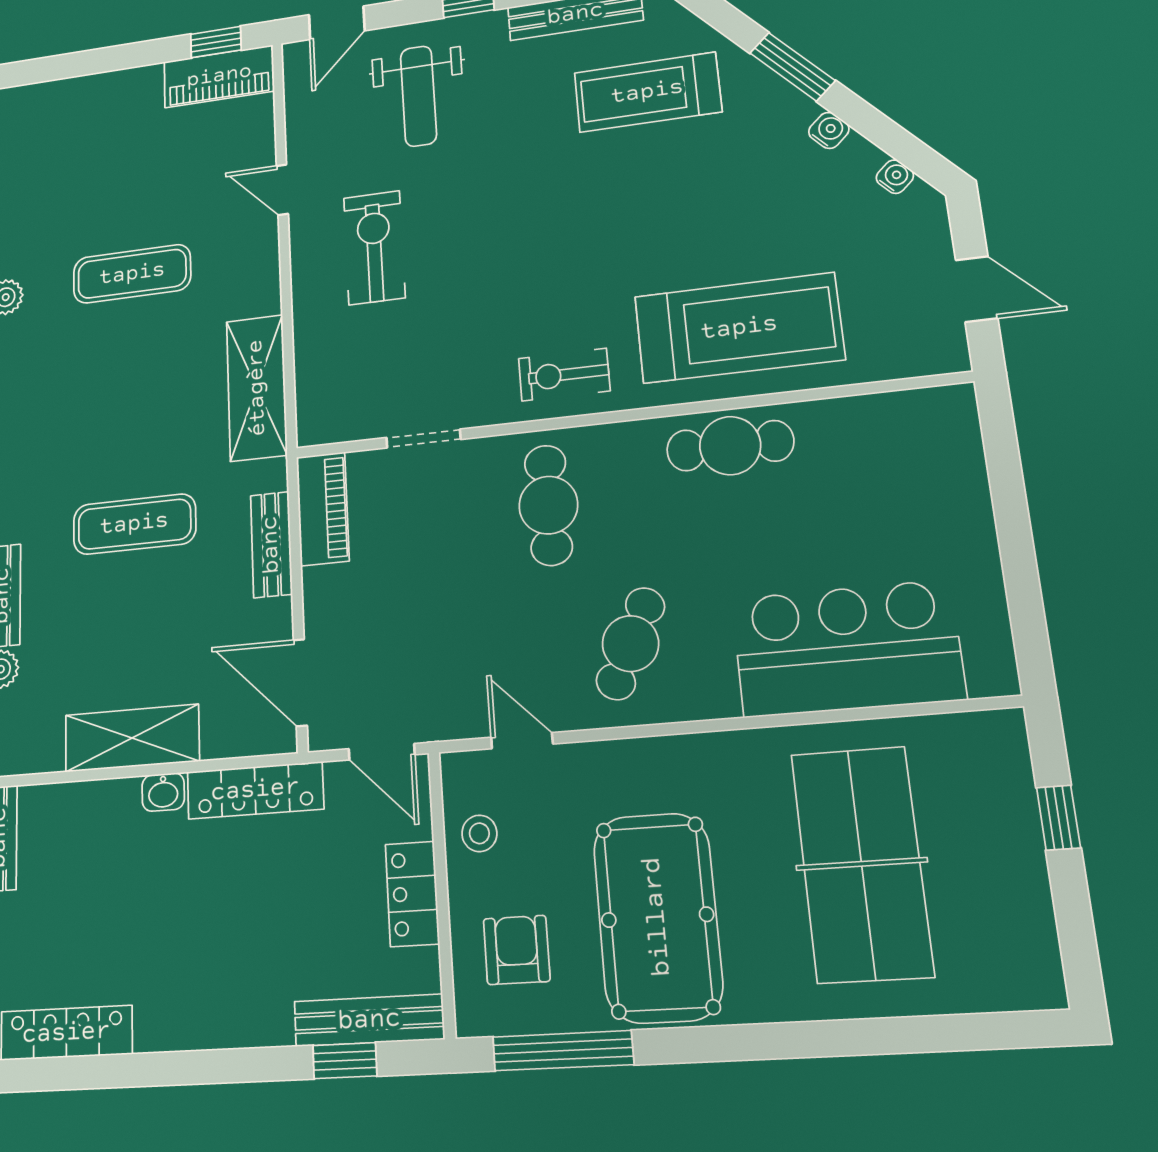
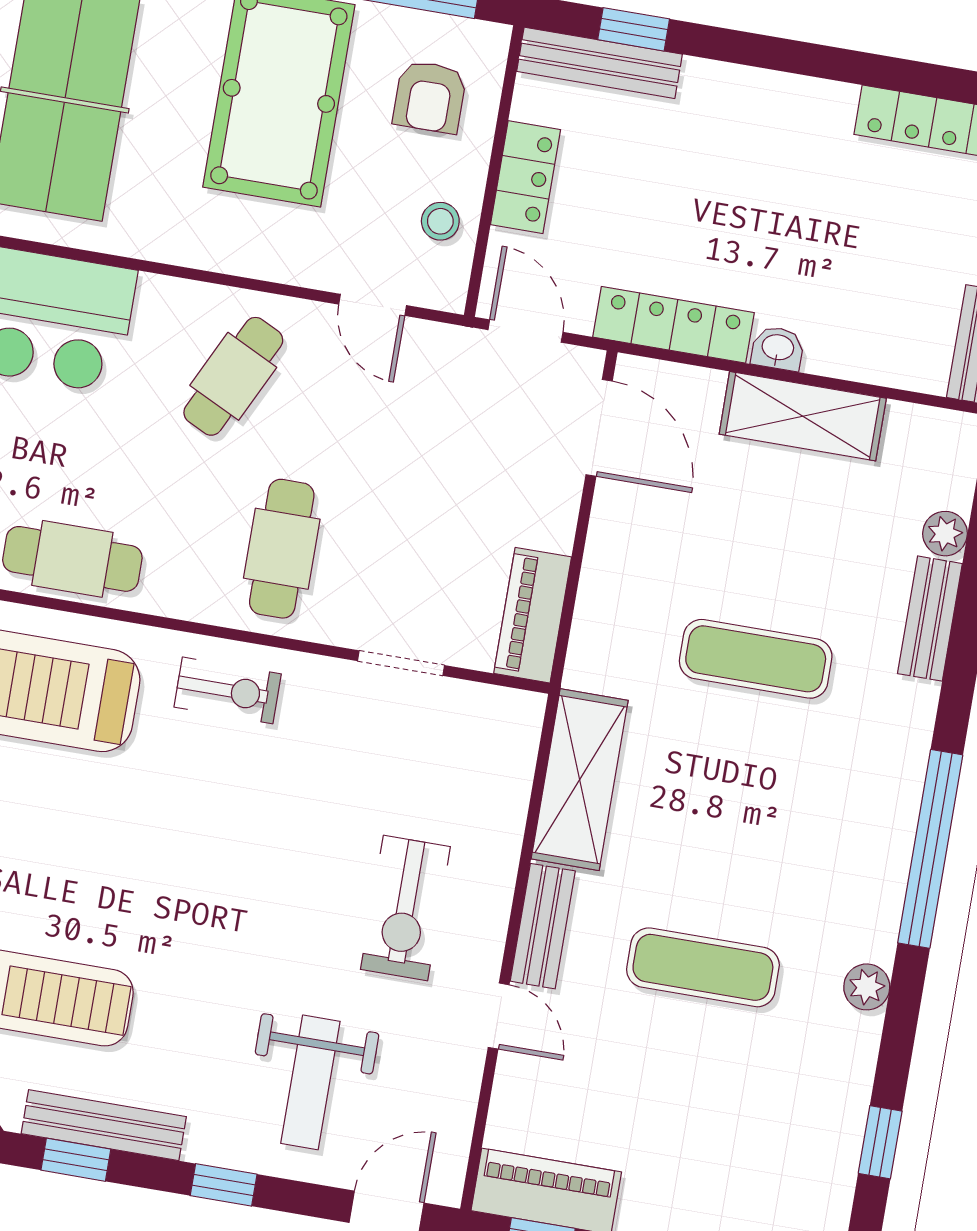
weight bench: (418, 96) -> (310, 1082), turned 180
bench: (271, 545) -> (543, 926), moved

